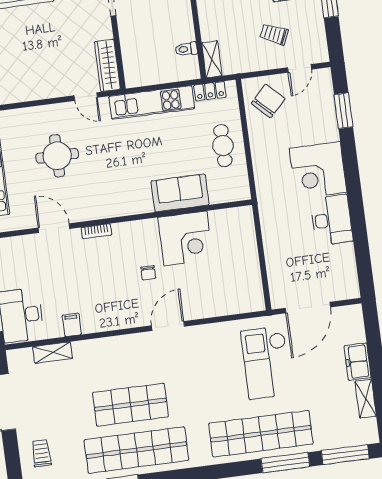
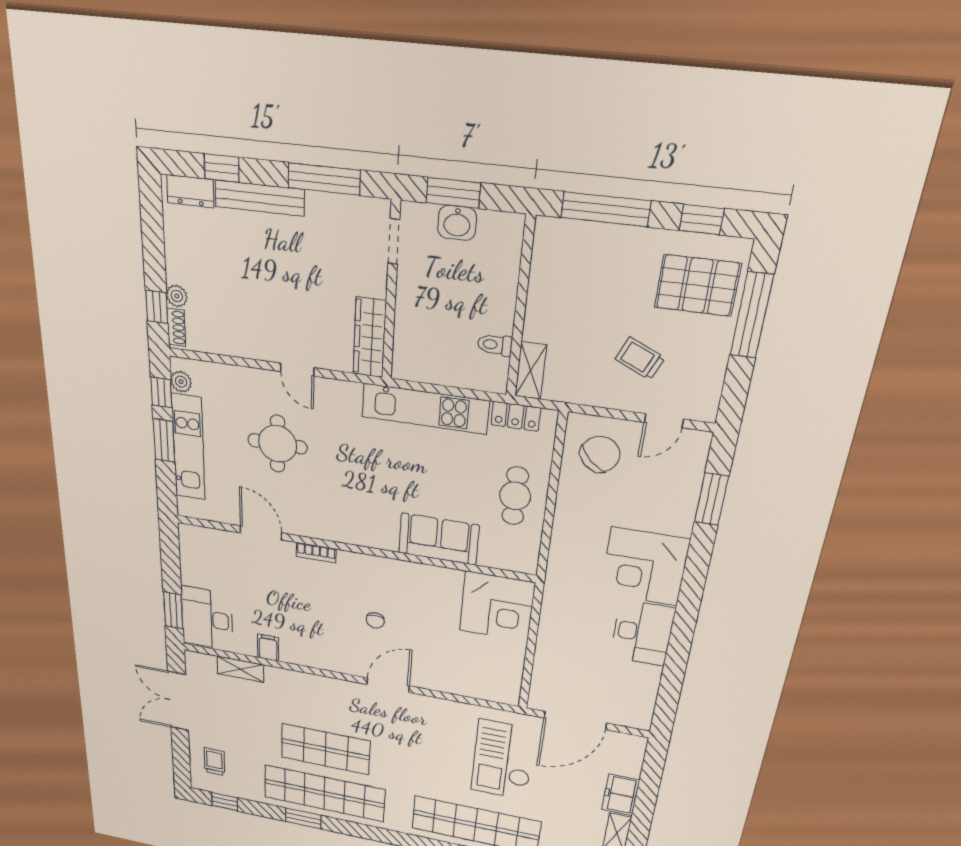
door: (86, 97) -> (297, 370), moved
corner desk: (185, 238) -> (497, 607), moved

